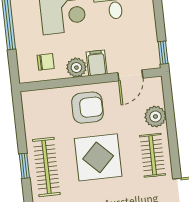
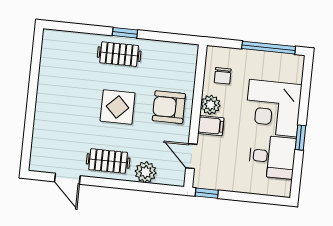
armchair: (87, 108) -> (169, 107), turned 90
display table: (98, 157) -> (118, 107), width x0.73, depth x0.73
clothes rail: (46, 167) -> (119, 54), width x0.73

